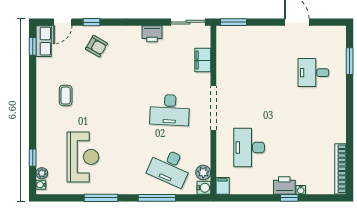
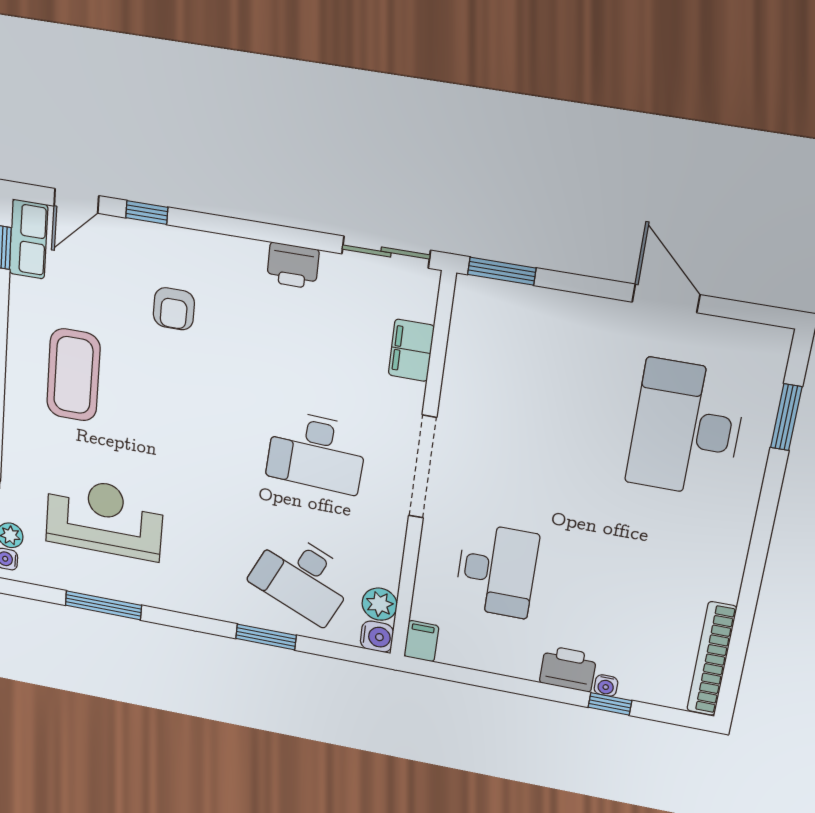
armchair: (97, 46) -> (174, 309), moved, turned 60
desk: (313, 73) -> (686, 428), width x1.87, depth x1.30
coffee table: (66, 96) -> (73, 375), width x1.86, depth x1.72
desk: (249, 147) -> (497, 570), turned 180
reception desk: (83, 157) -> (105, 518), turned -90
window: (101, 198) -> (103, 605), moved
window: (157, 198) -> (266, 637), width x0.69
window: (289, 198) -> (610, 704), moved

